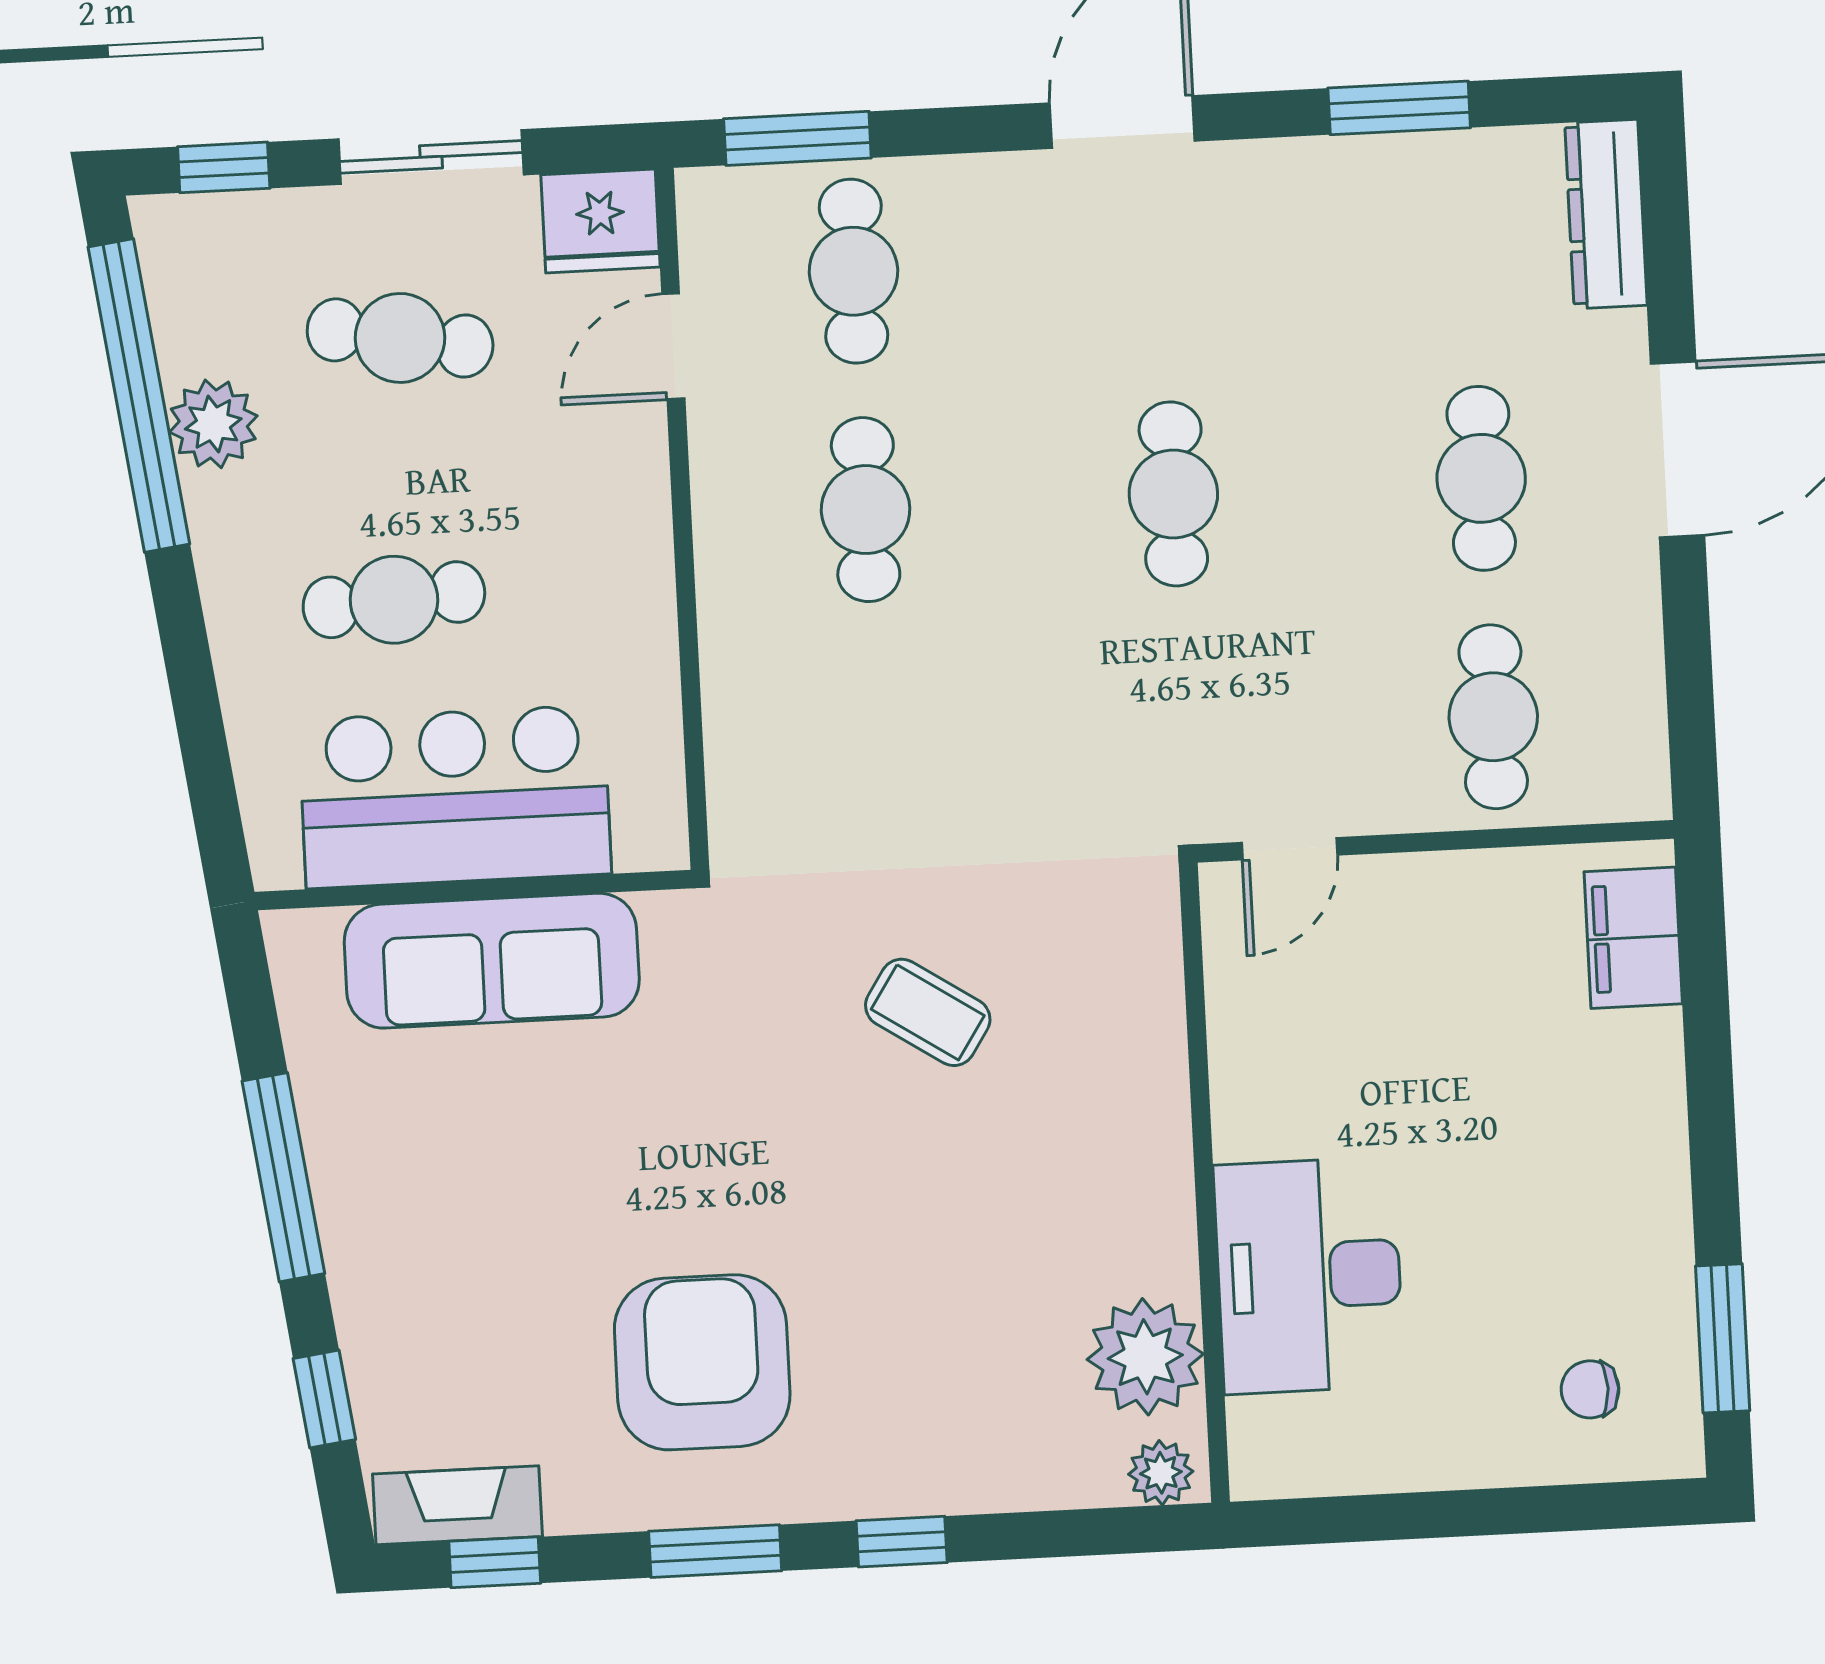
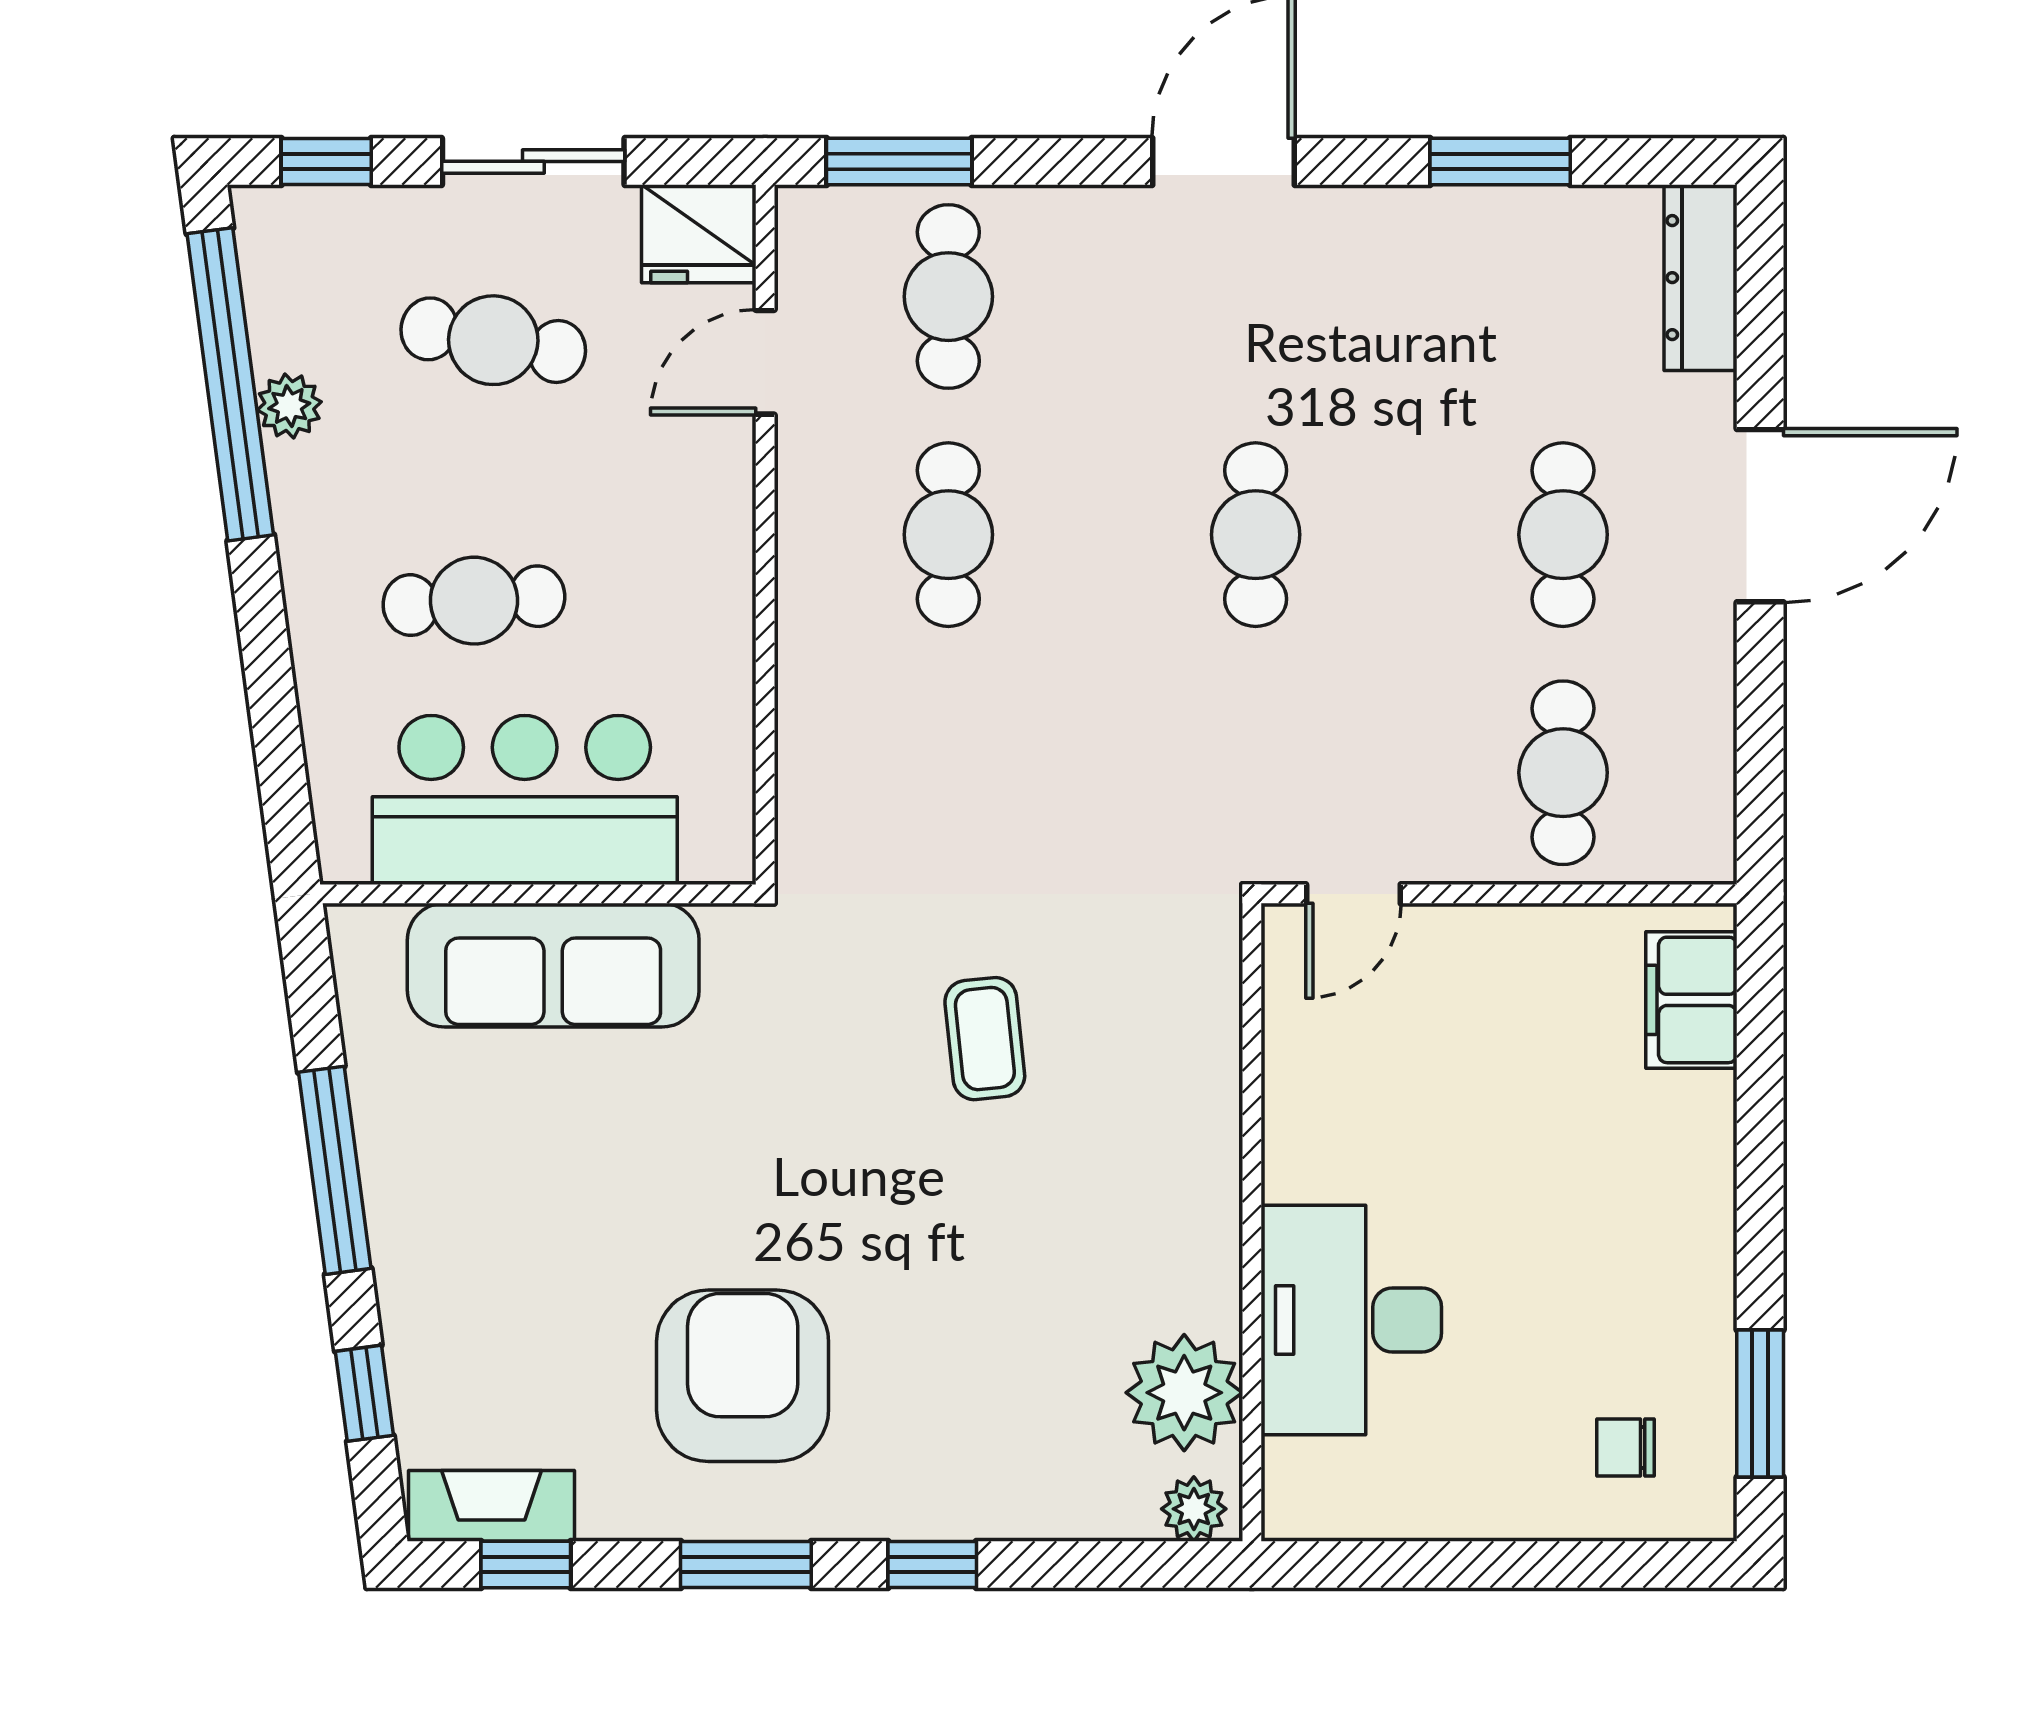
plant: (213, 424) -> (289, 406), width x0.73, depth x0.73
coffee table: (928, 1012) -> (985, 1039), turned 51

